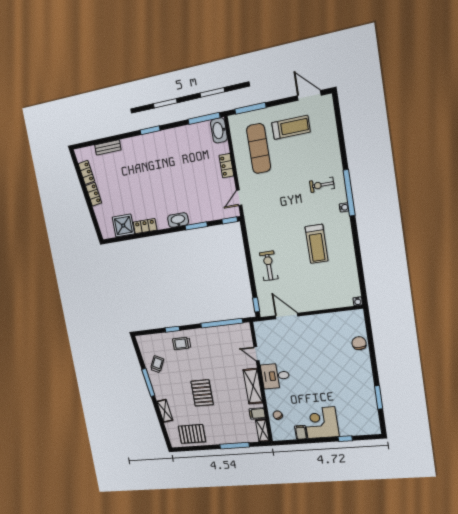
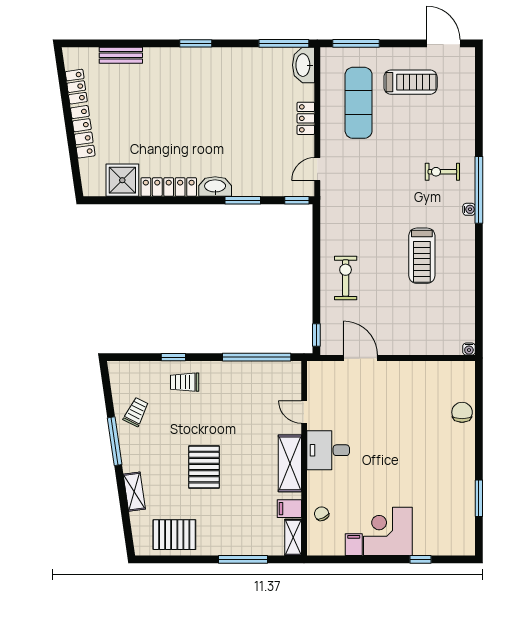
locker: (94, 194) -> (83, 132), width x1.53
locker: (145, 226) -> (169, 187), width x1.53

